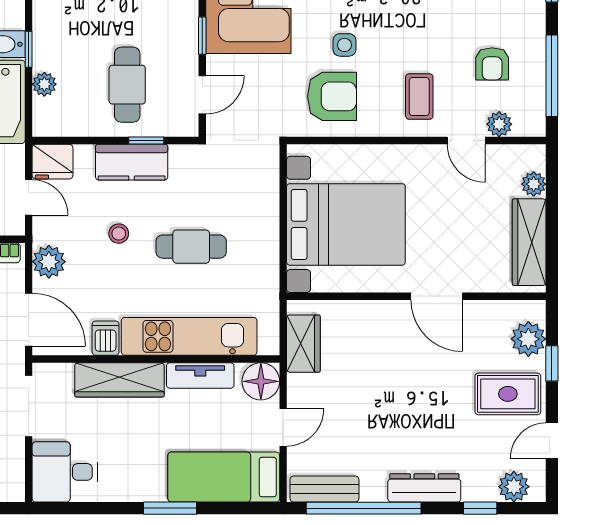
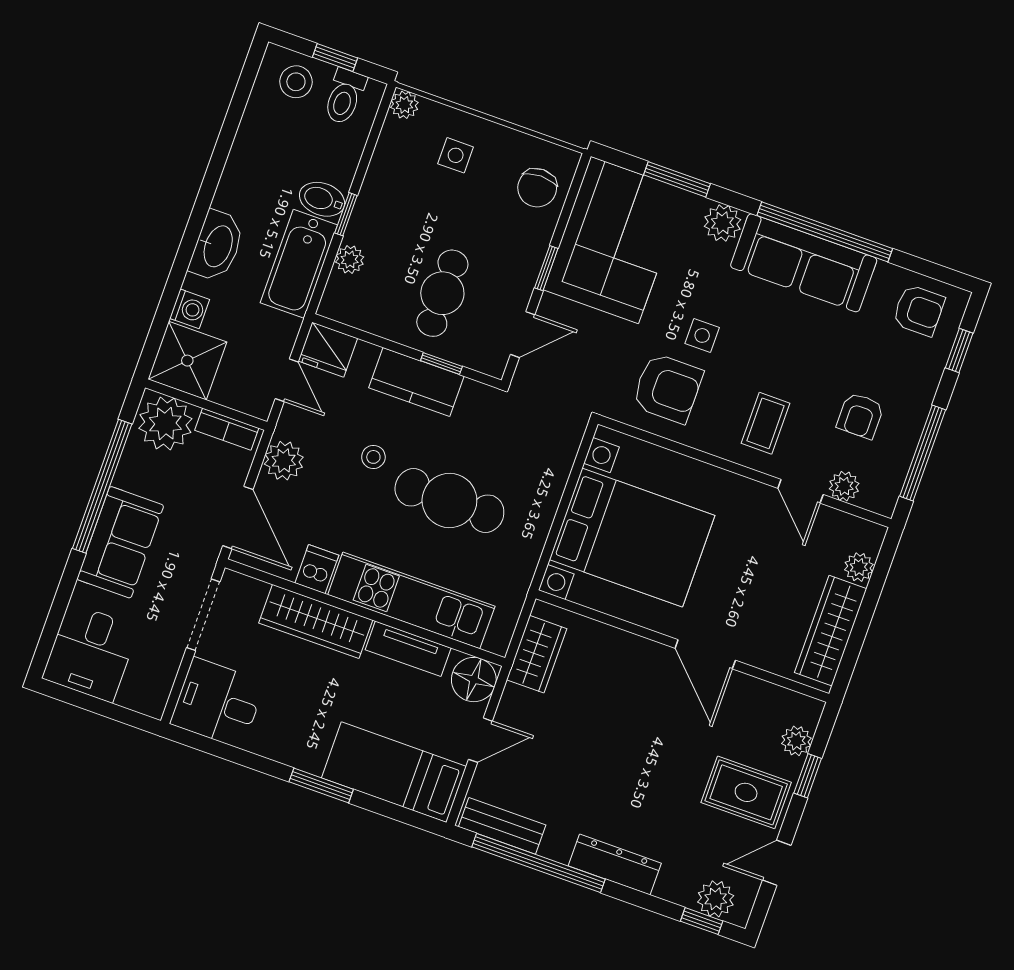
cafe table: (191, 247) -> (449, 500), width x1.37, depth x1.35
plant: (528, 339) -> (796, 741), width x0.73, depth x0.73
window: (480, 508) -> (702, 921), moved

